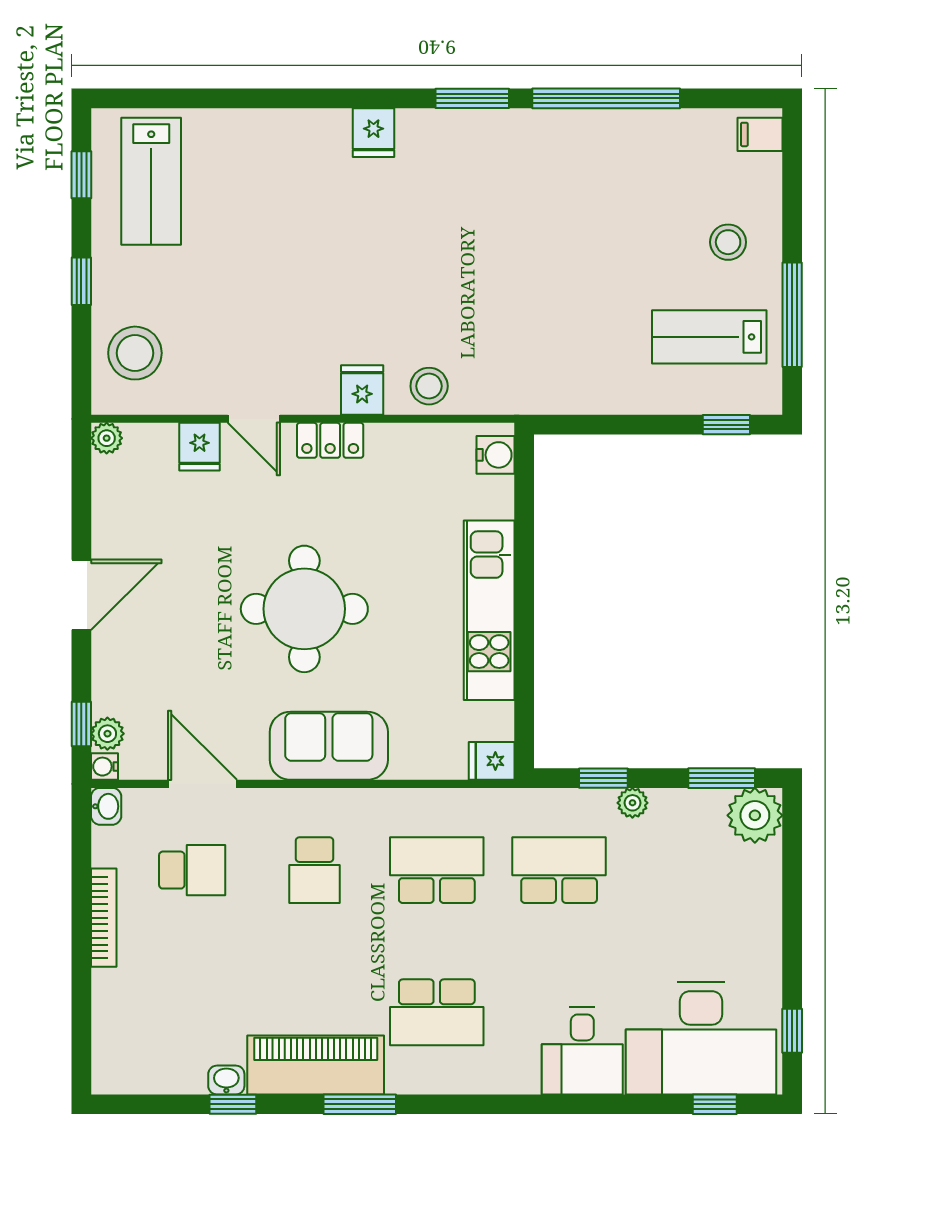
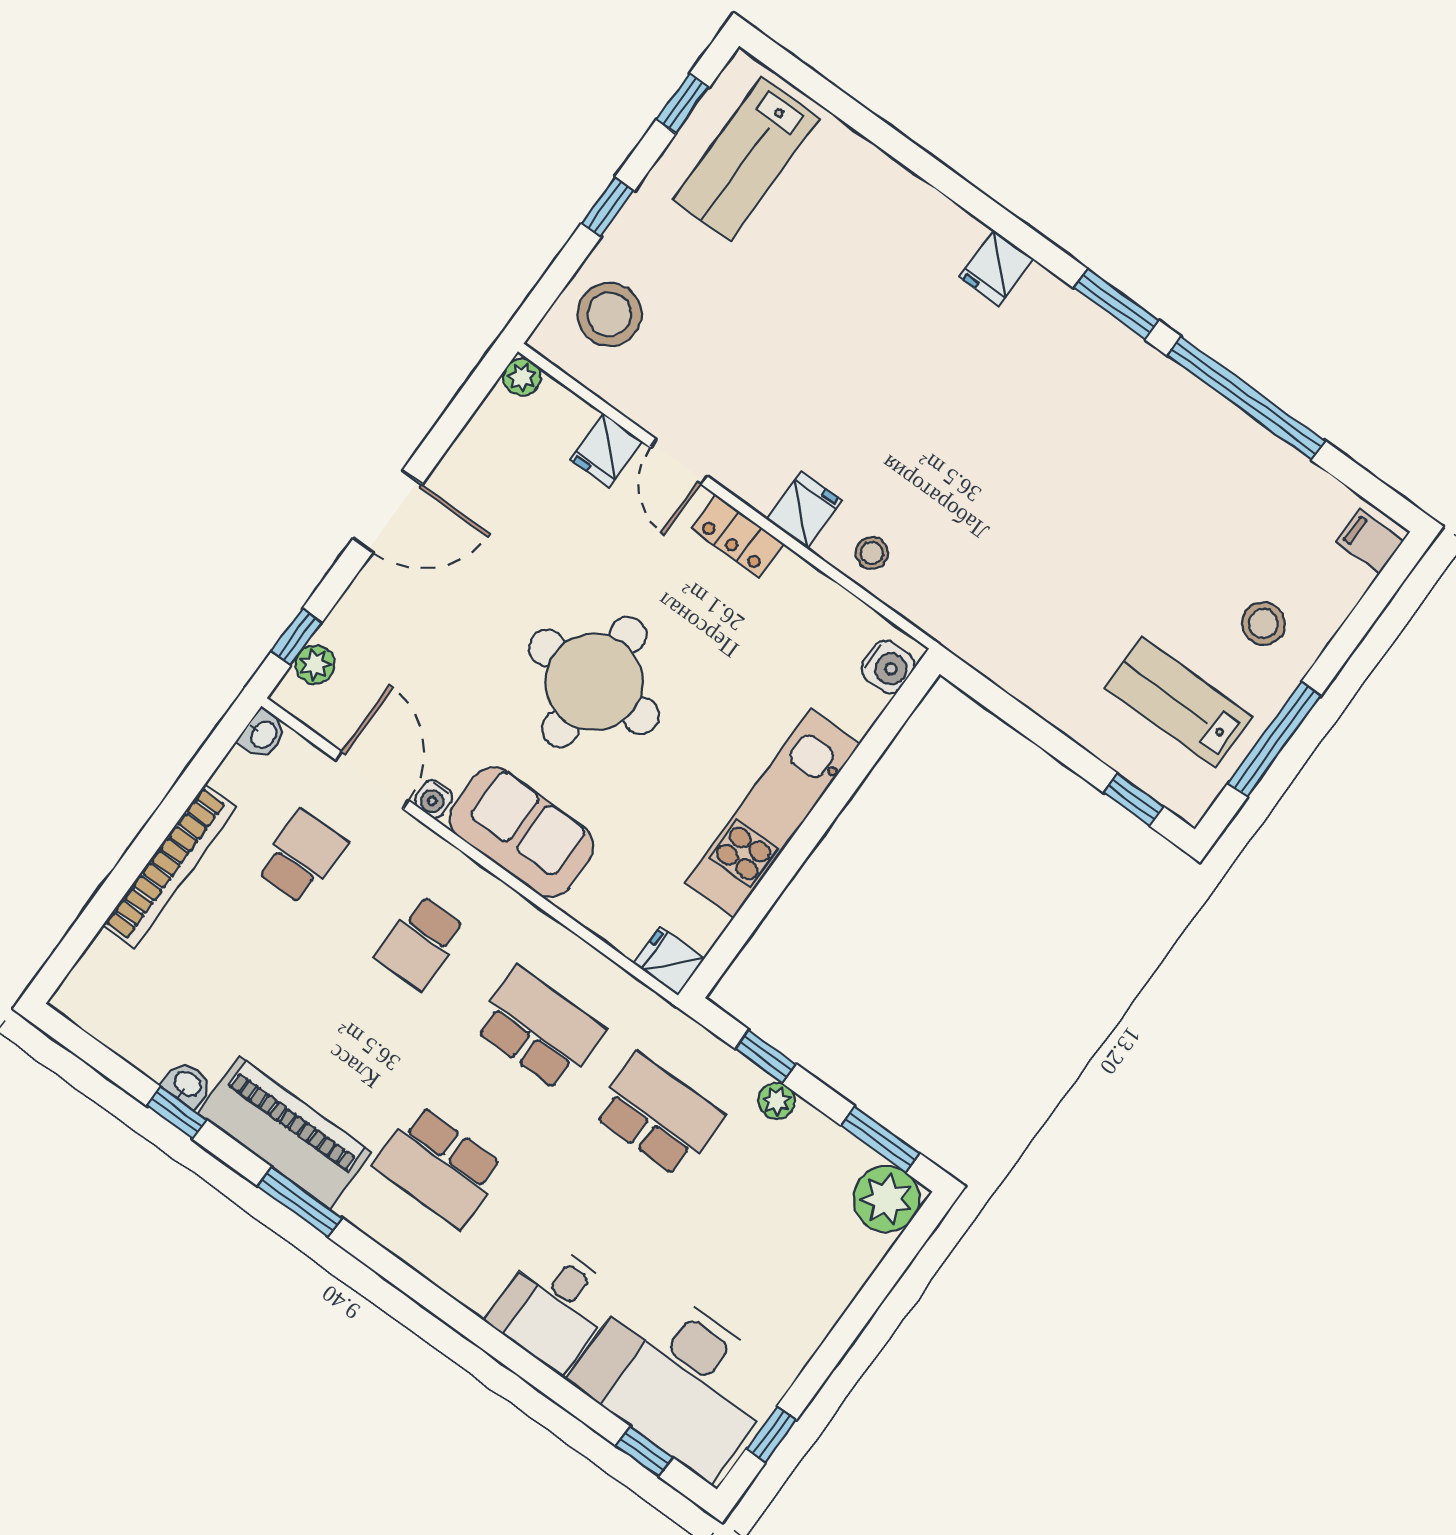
stool: (429, 386) -> (872, 553), width x0.73, depth x0.73
water cooler: (105, 767) -> (434, 799), moved, turned -90
school desk: (192, 870) -> (302, 857), turned -90
bookcase: (104, 918) -> (169, 866), width x1.48, depth x1.31

